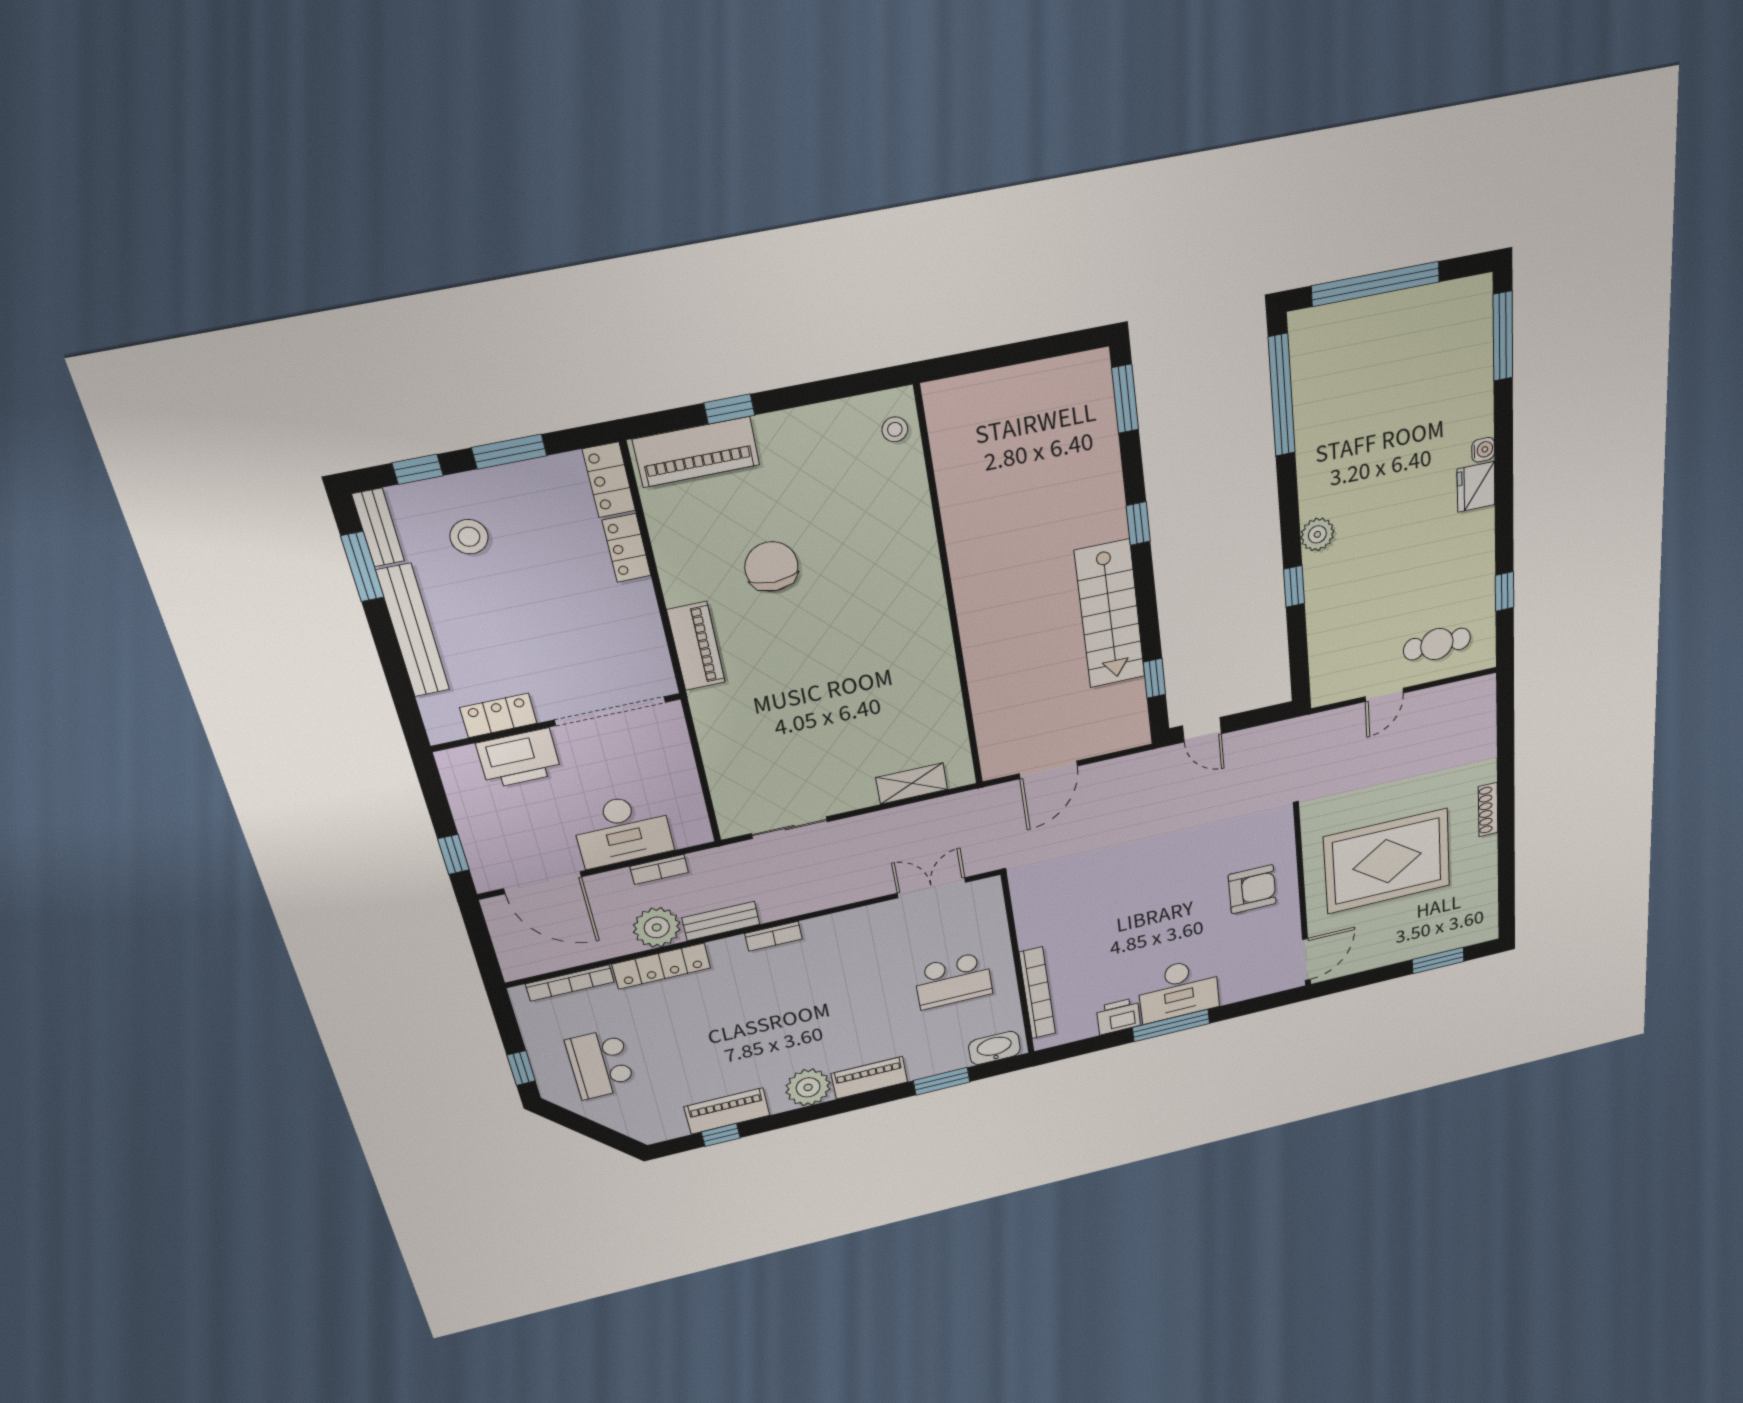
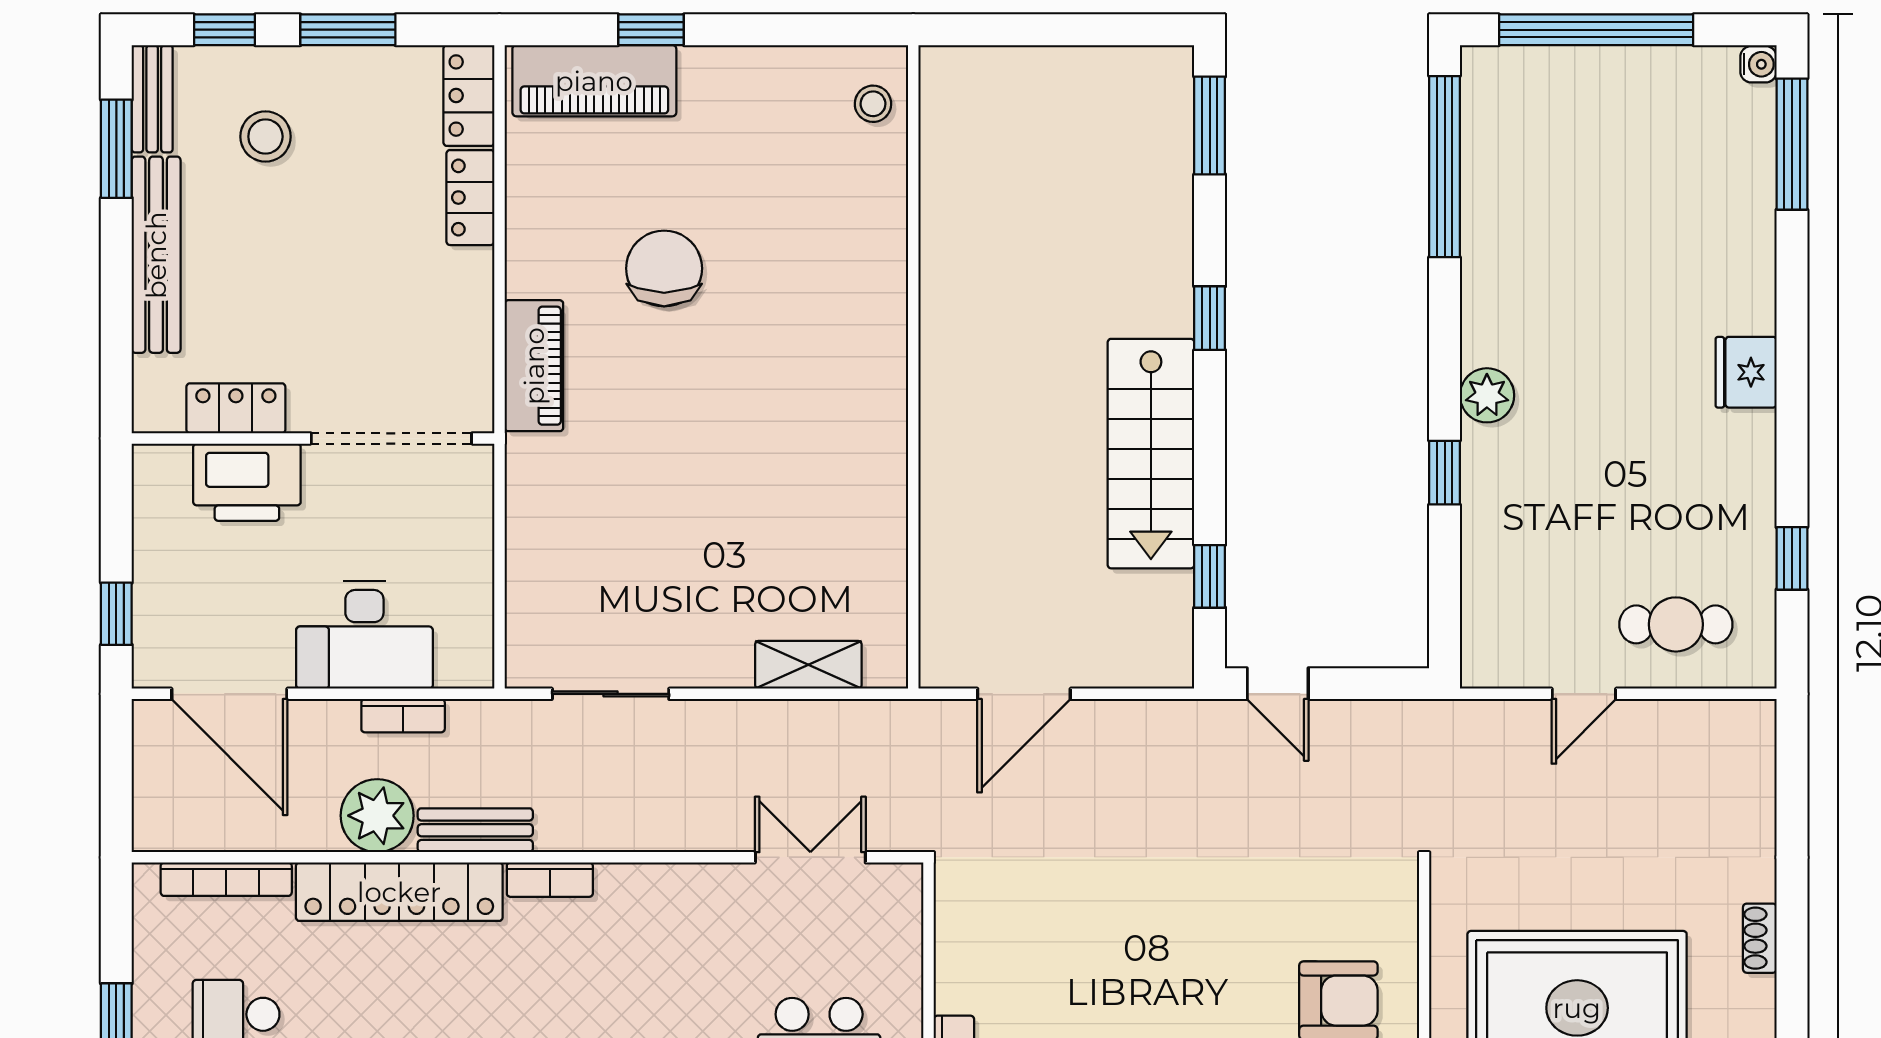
water cooler: (1483, 450) -> (1758, 64), moved
shoe rack: (1488, 810) -> (1760, 938), width x0.70
locker: (661, 966) -> (399, 892), width x1.41, depth x1.21

